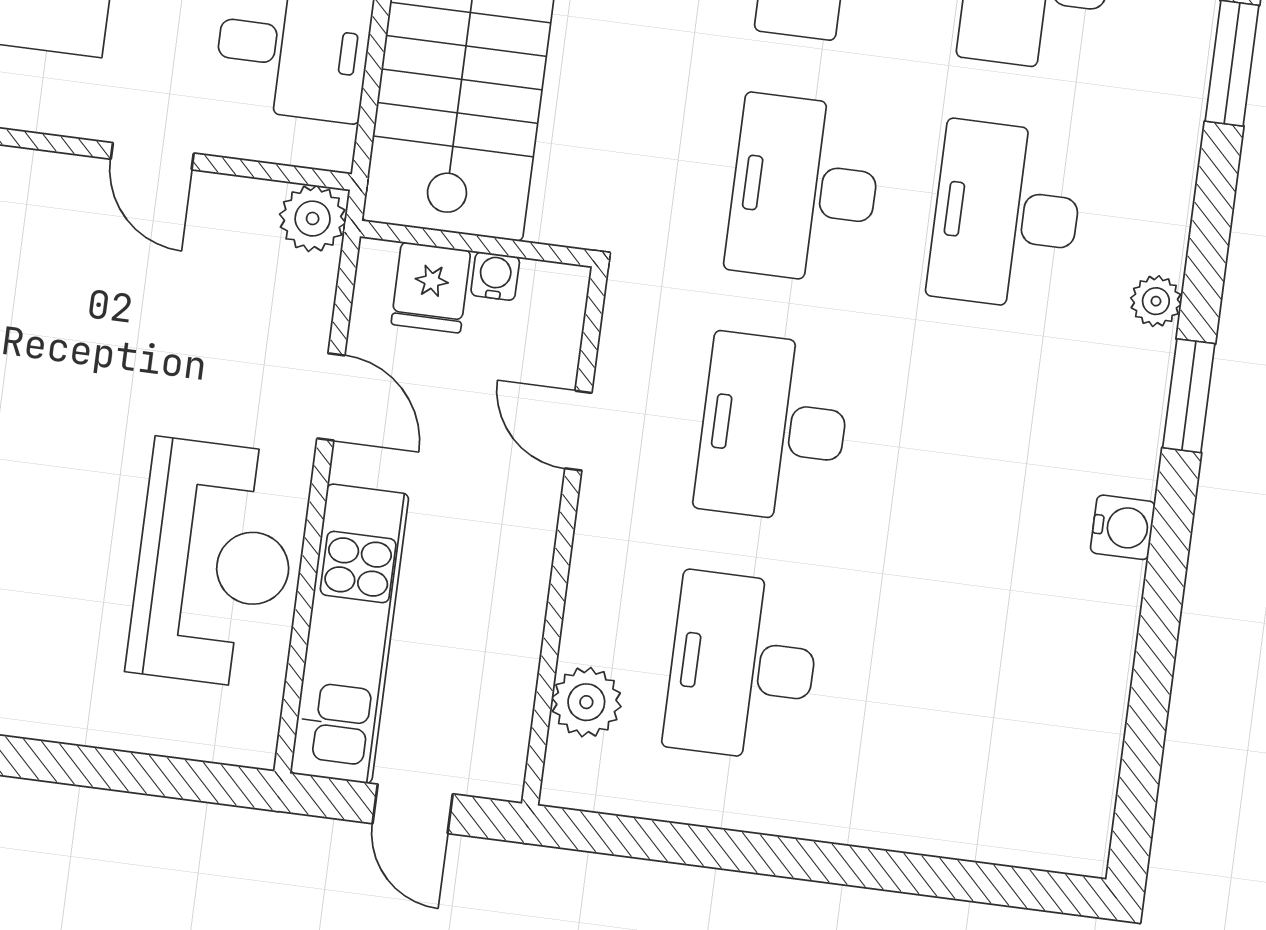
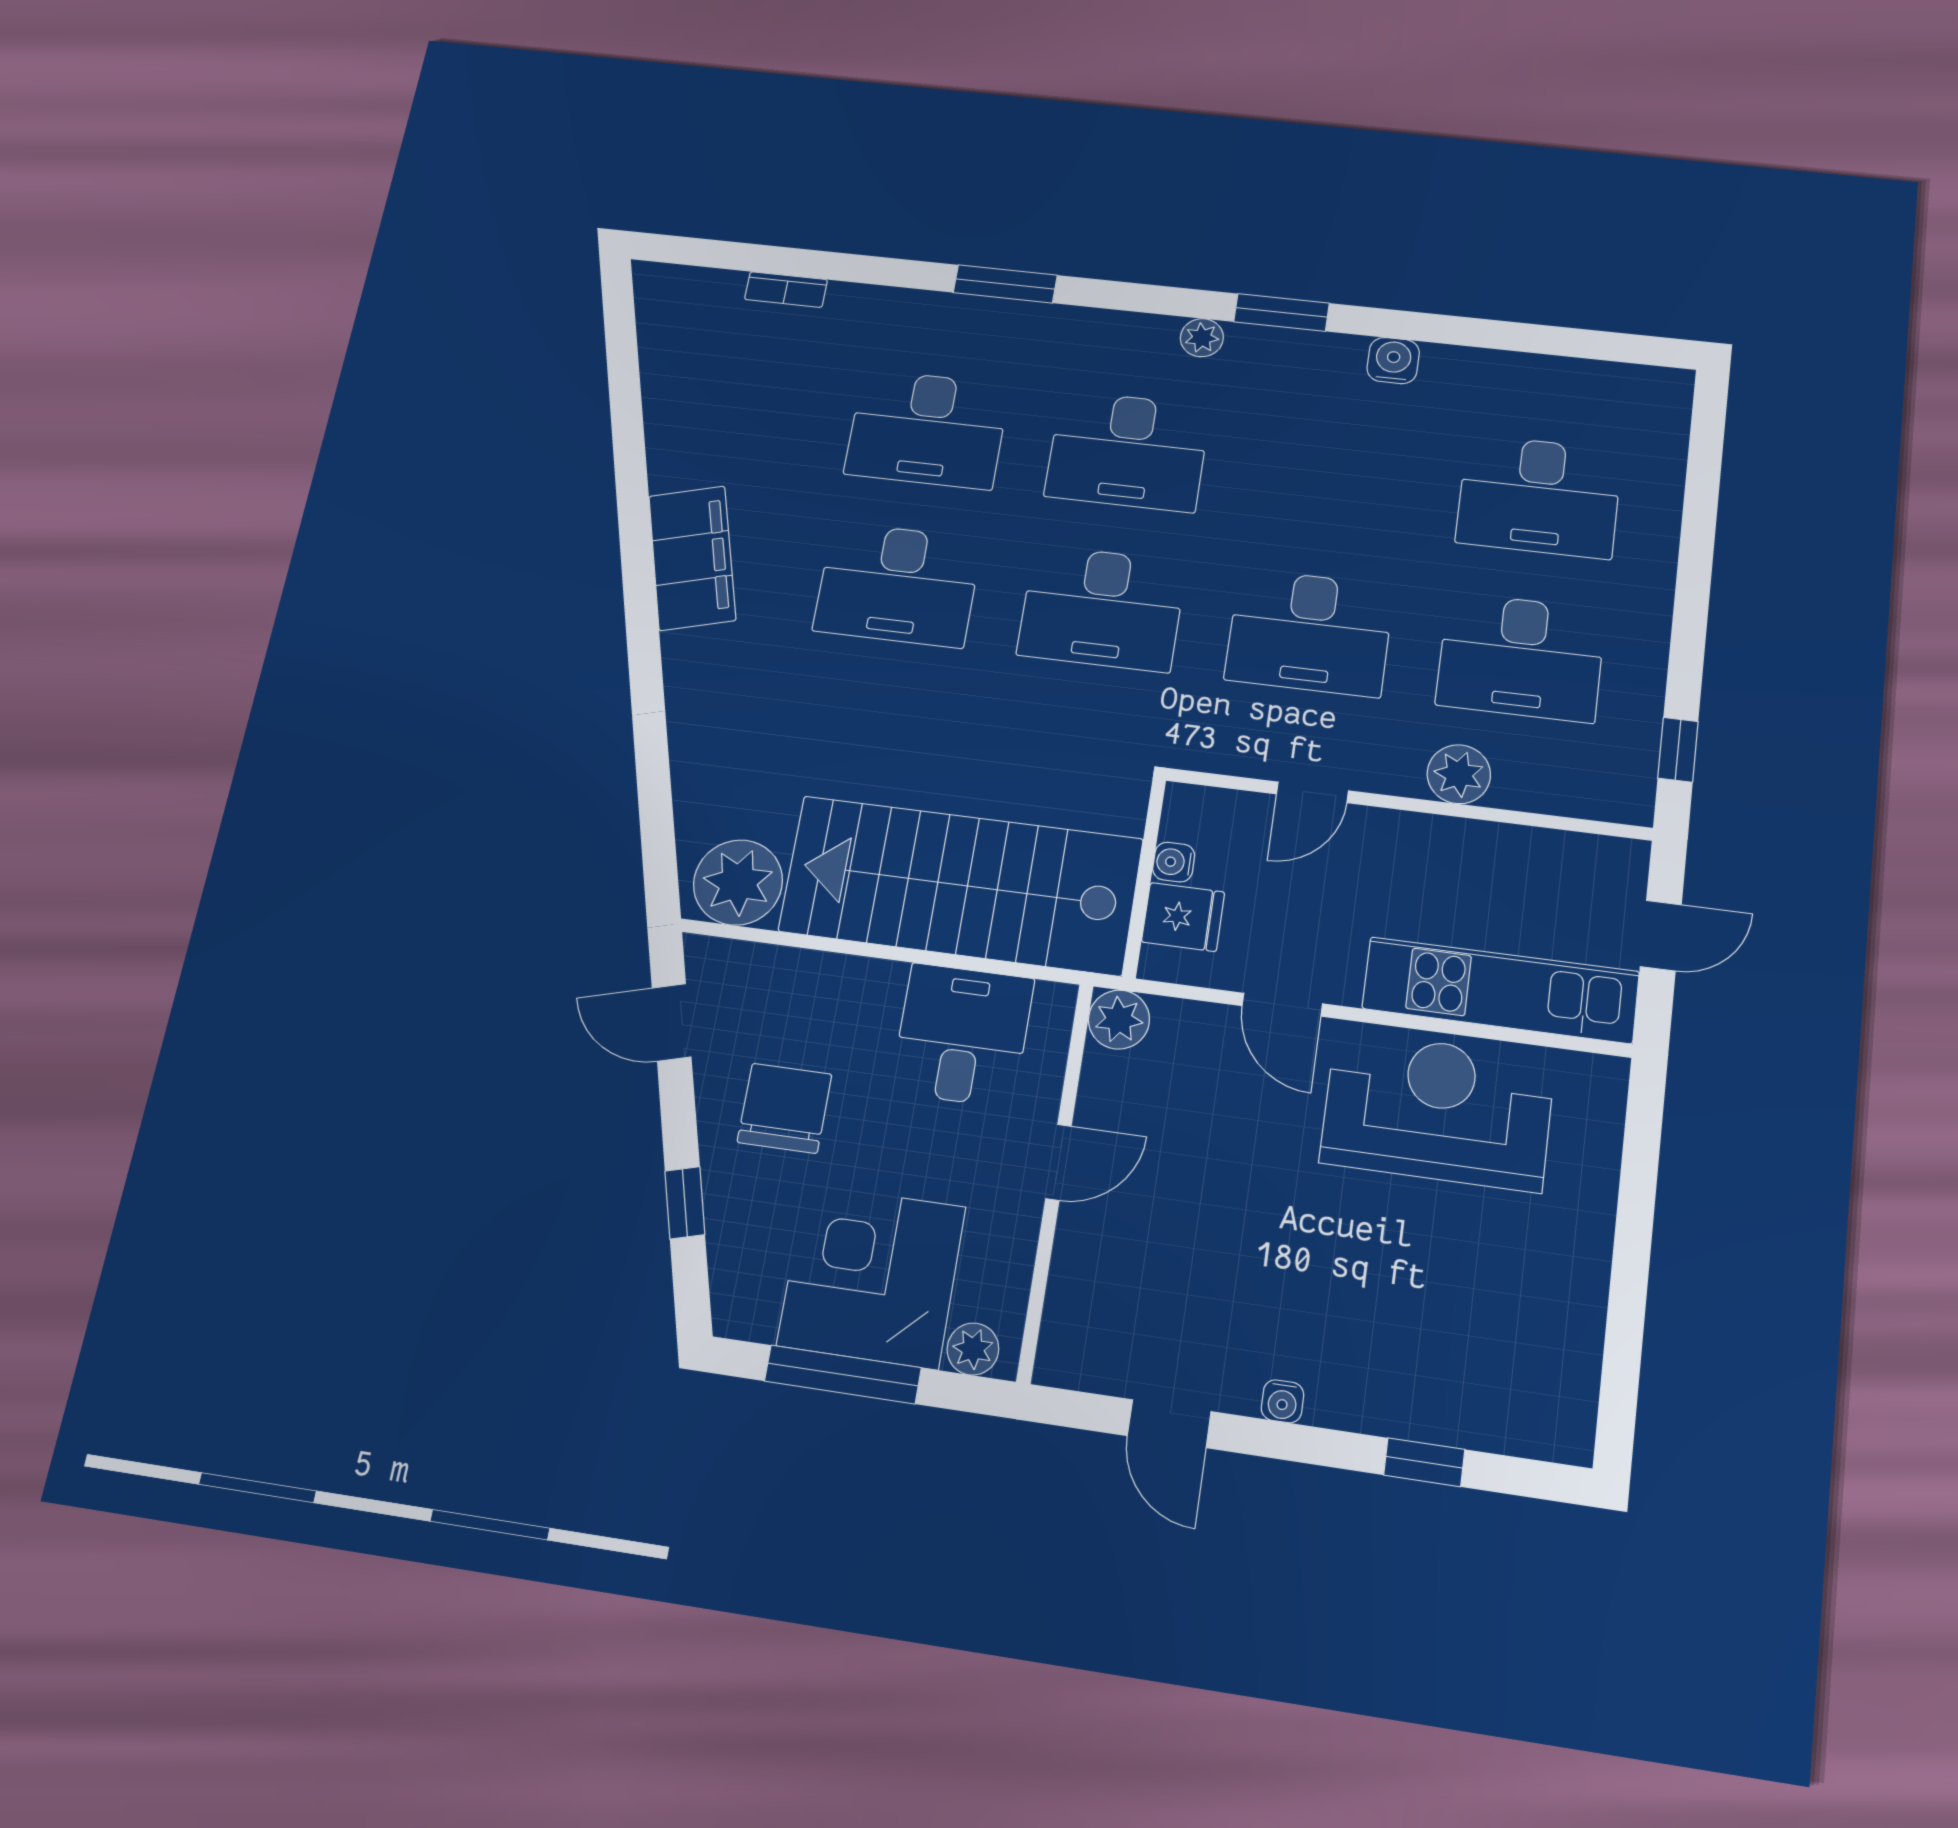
door: (331, 397) -> (1282, 1005), swing flipped
desk: (944, 693) -> (1539, 496), added
plant: (586, 702) -> (1459, 774), moved
window: (630, 837) -> (1678, 750), added

